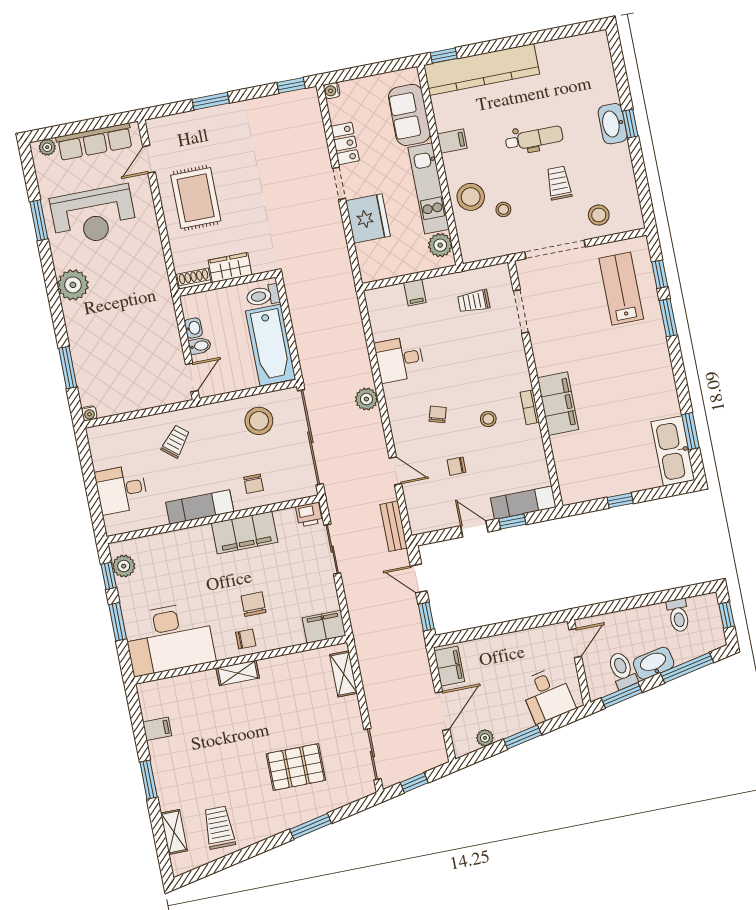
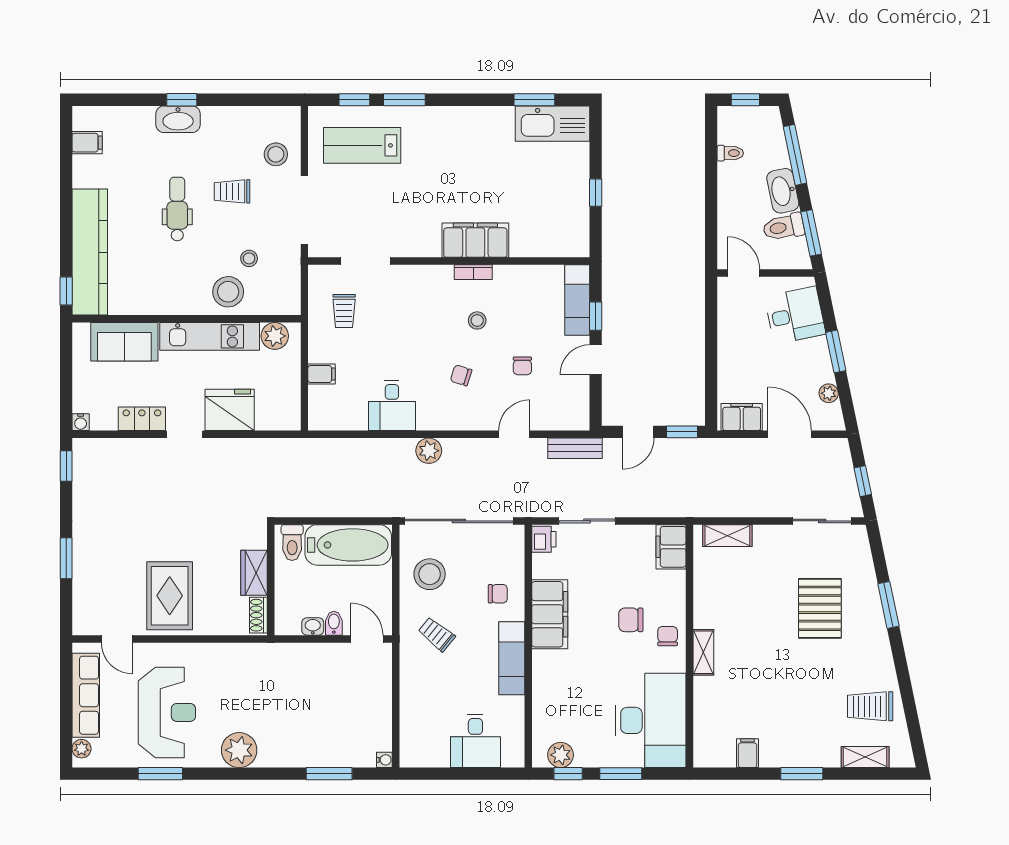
filing cabinet: (452, 141) -> (87, 143), moved, turned 90
rug: (196, 198) -> (170, 596), turned 90
trolley: (176, 441) -> (437, 634), moved
toilet: (678, 615) -> (730, 153), width x0.73, depth x0.72

